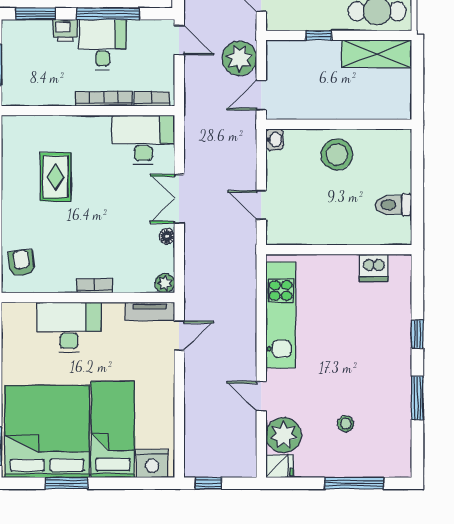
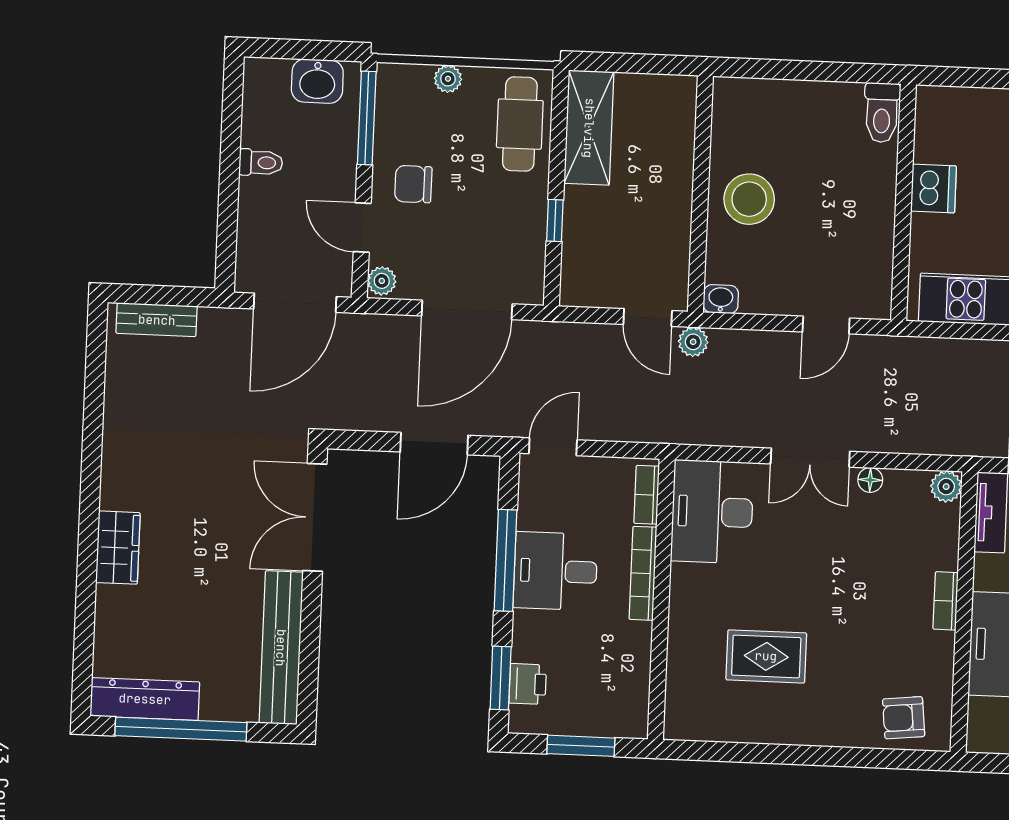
printer: (65, 31) -> (528, 684), moved
plant: (239, 58) -> (693, 342), moved, width x0.53, depth x0.53
toilet: (393, 205) -> (882, 113), moved
dishwasher: (374, 268) -> (934, 189), moved

